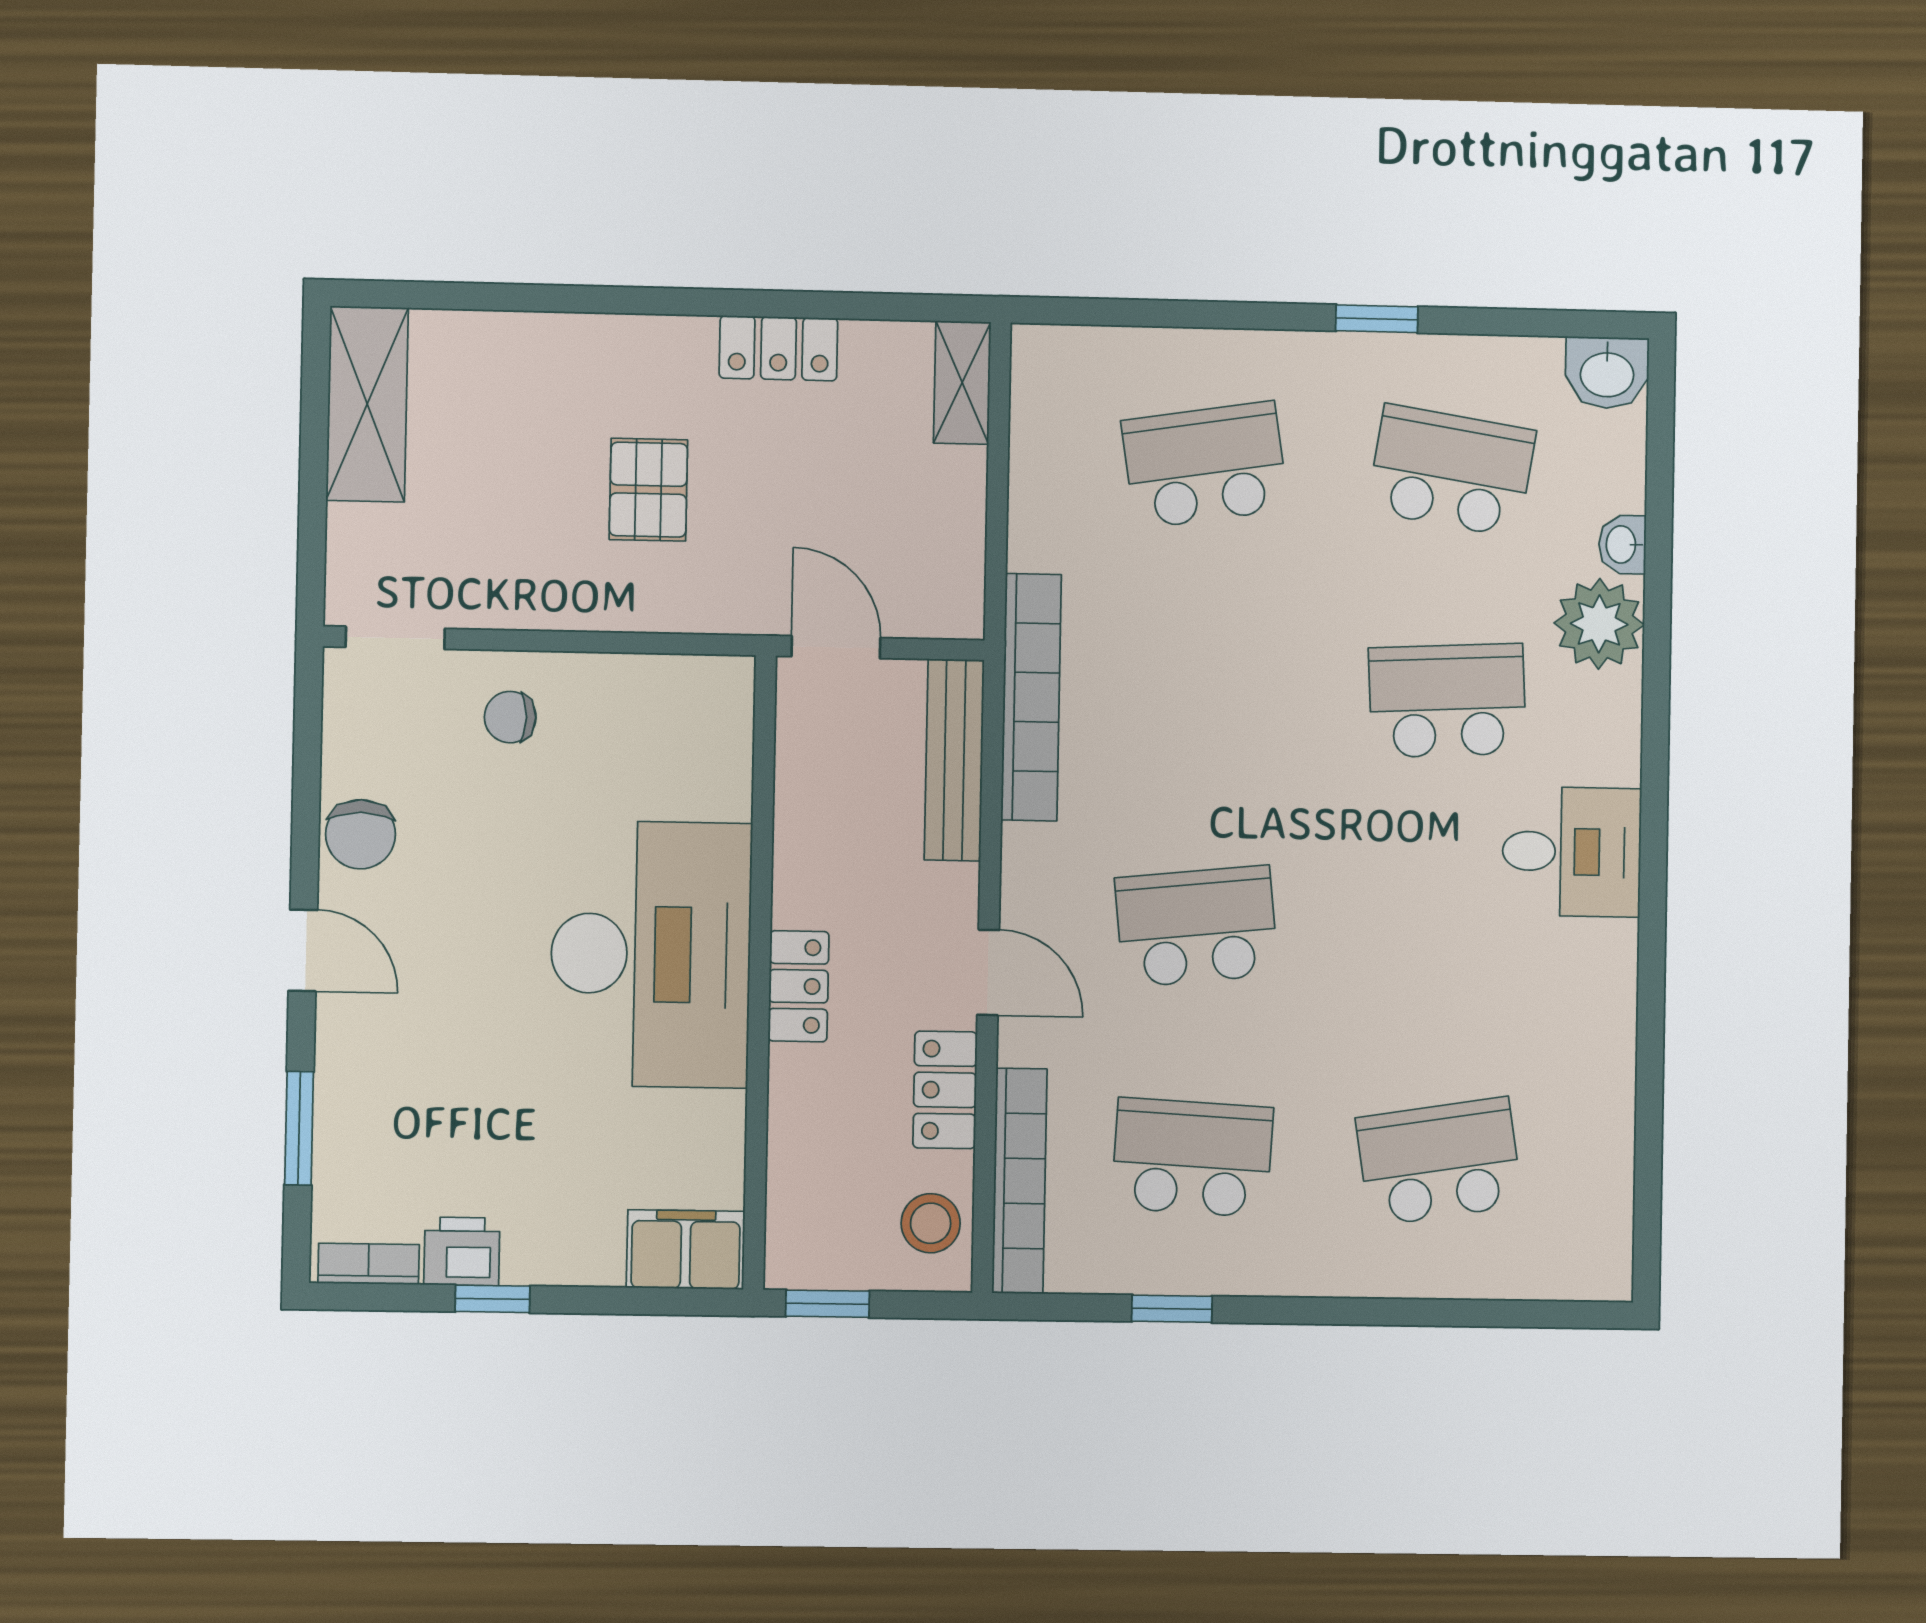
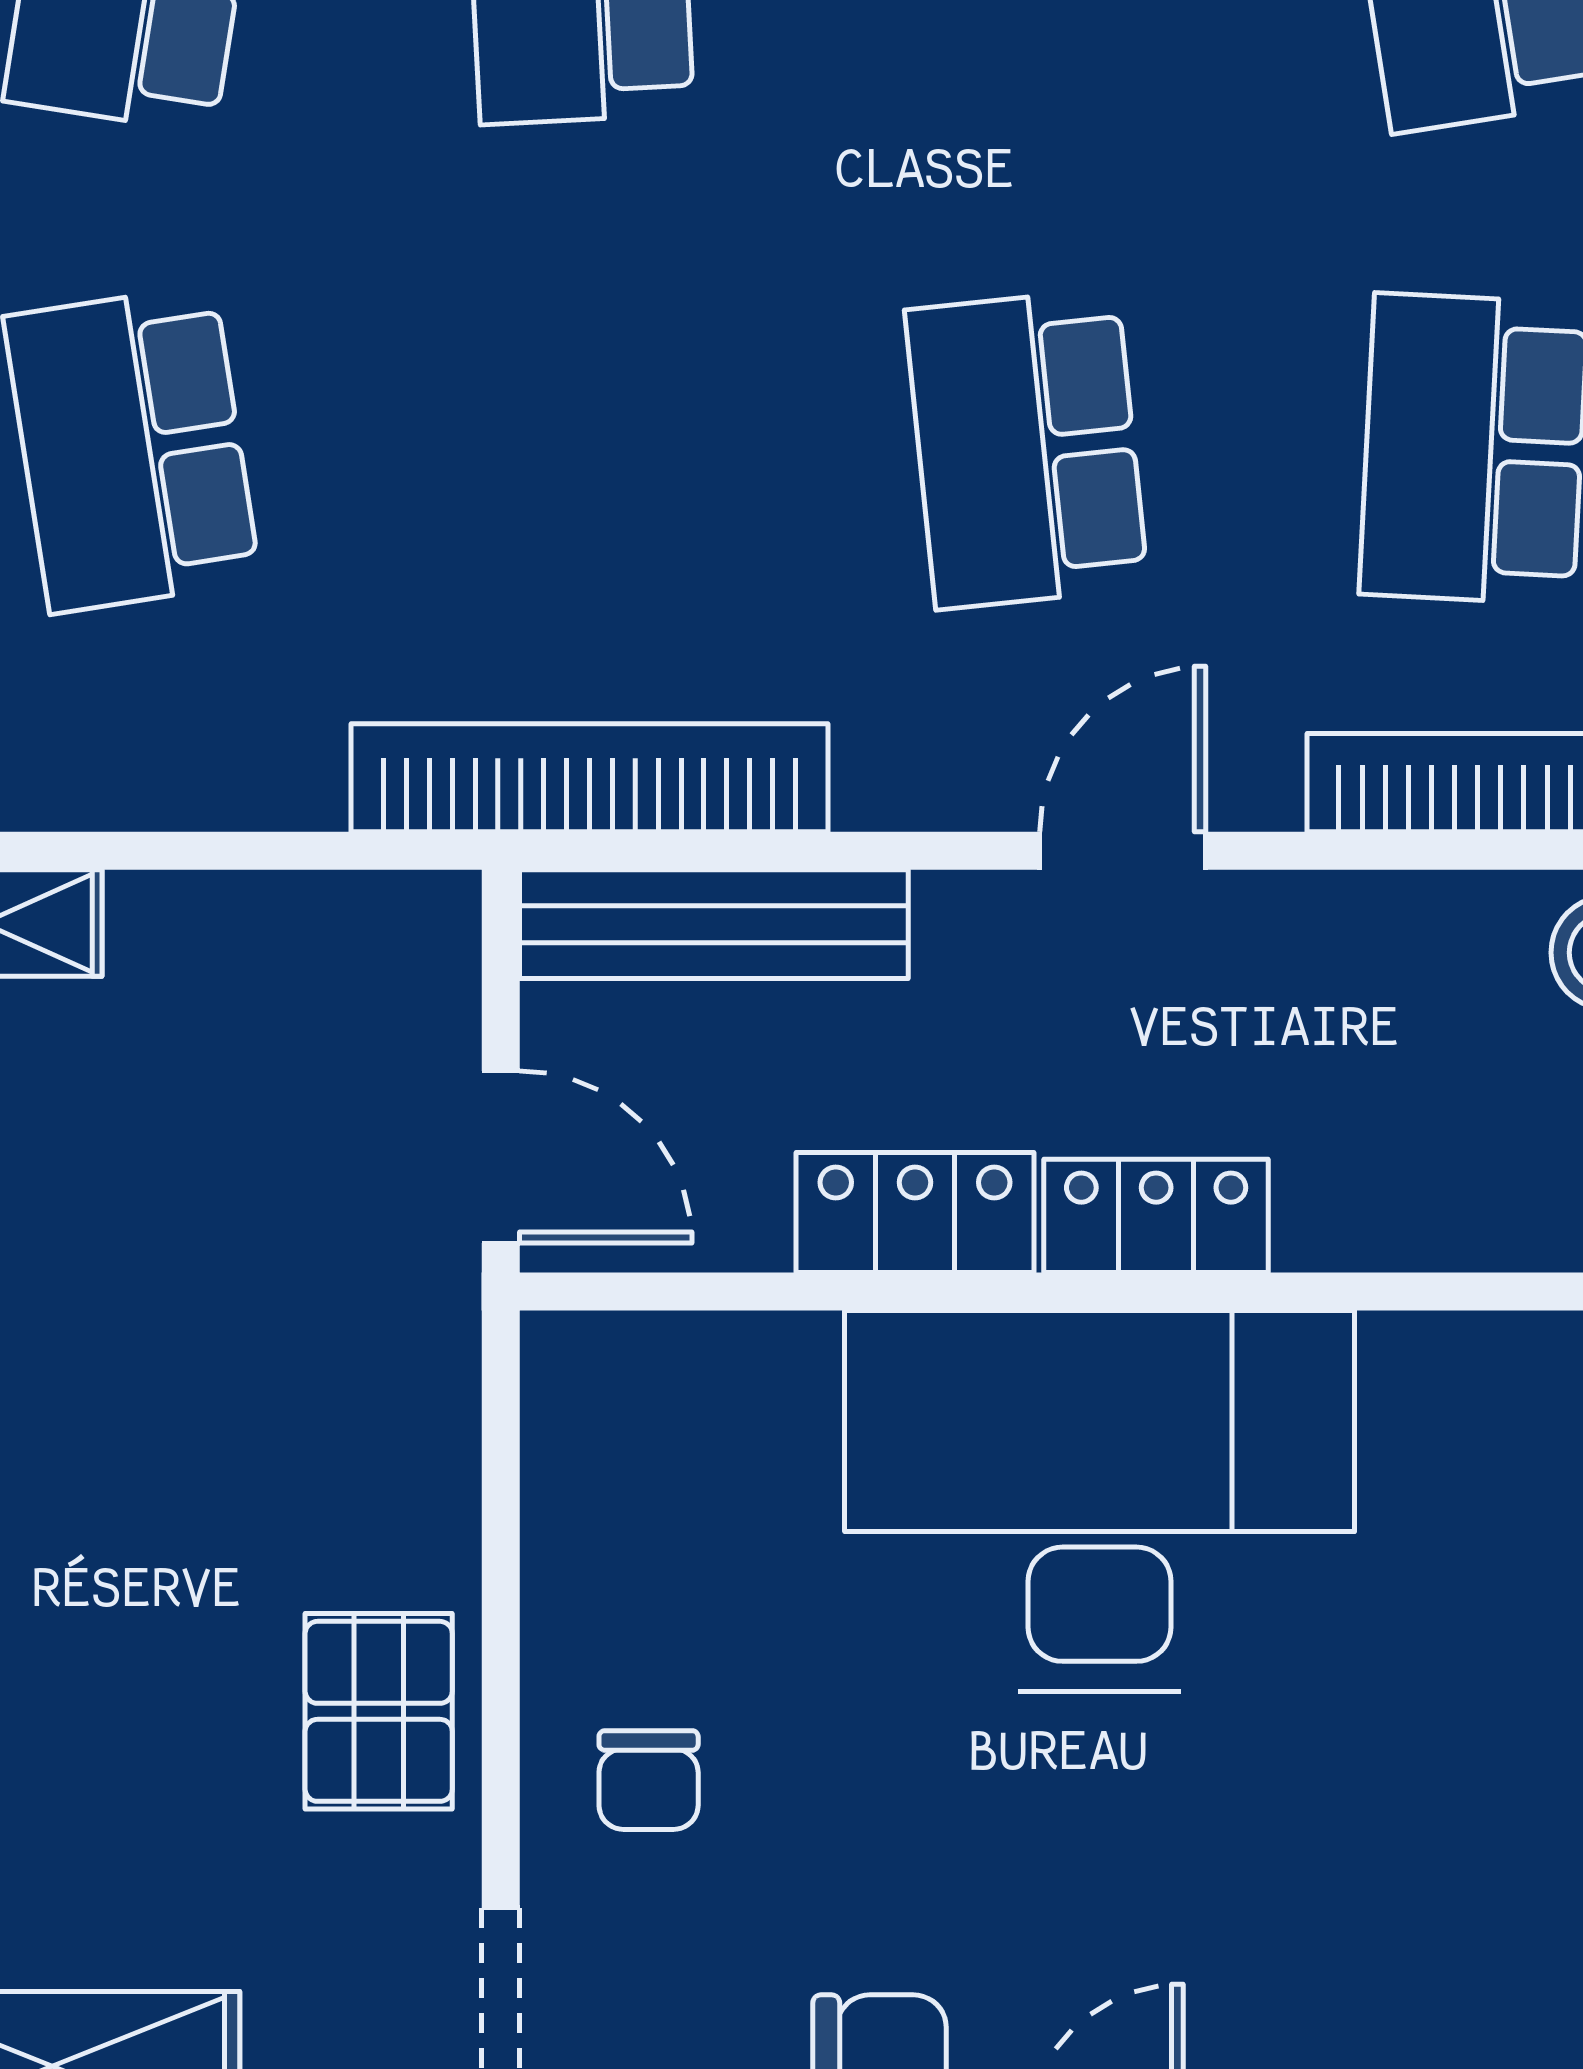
pallet: (648, 490) -> (379, 1711), moved, turned 90
door: (836, 647) -> (501, 1157), swing flipped
locker: (945, 1090) -> (915, 1213), moved, turned 180

